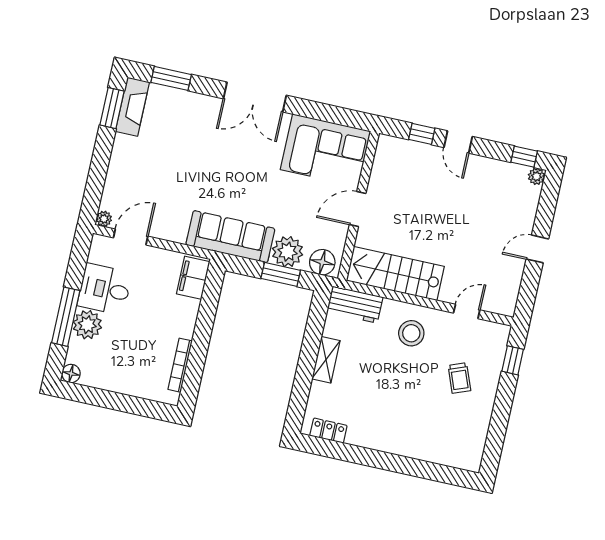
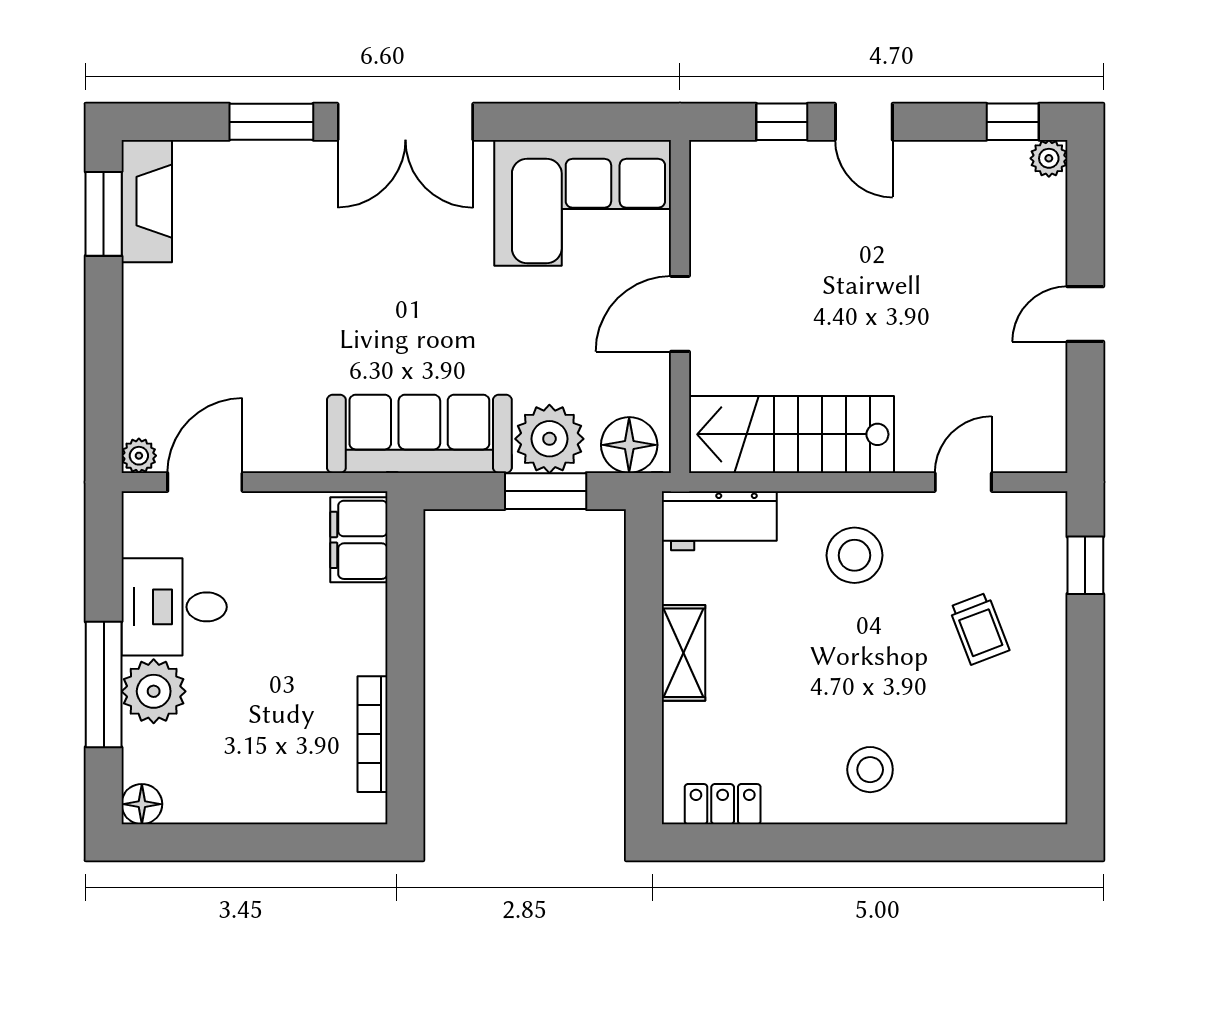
window: (171, 78) -> (271, 122), moved
stool: (397, 430) -> (870, 770), added

